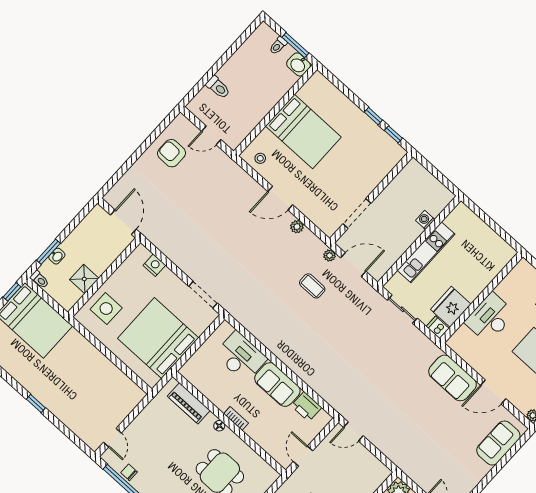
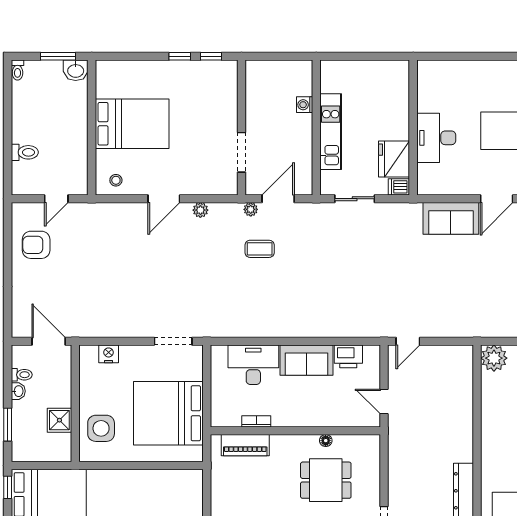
toilet: (278, 46) -> (17, 70), moved
washbasin: (57, 256) -> (18, 391), moved
toilet: (40, 280) -> (22, 375), moved
bookcase: (236, 419) -> (256, 421), moved
floor lamp: (219, 426) -> (326, 441), moved

